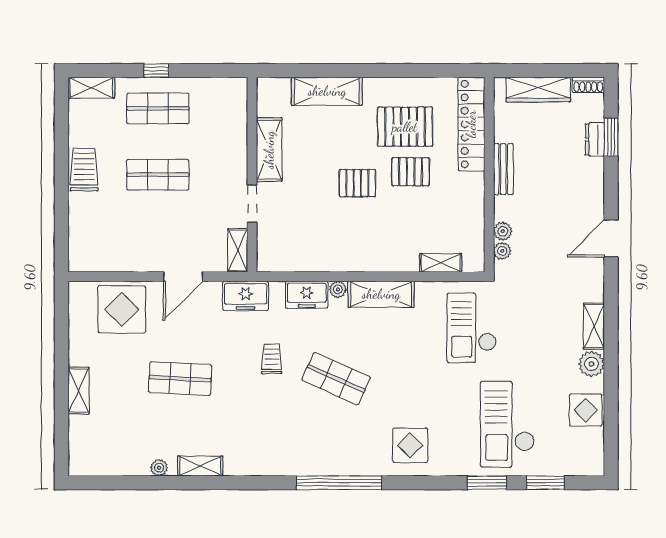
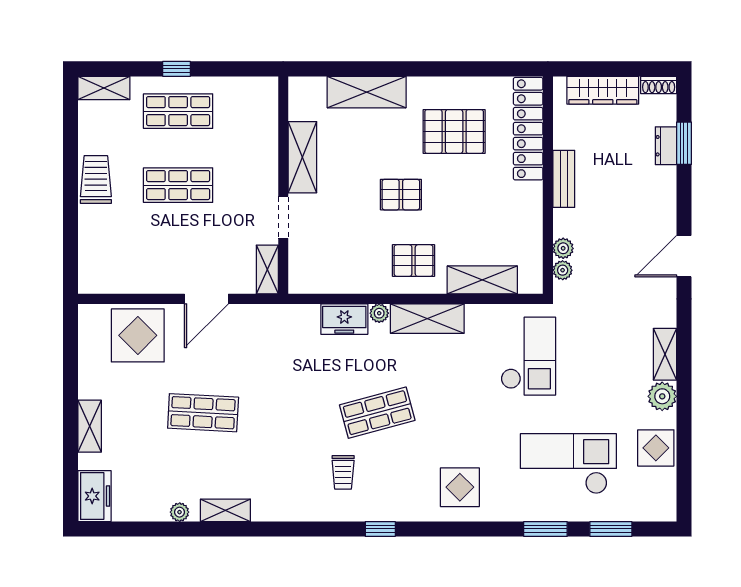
pallet: (411, 172) -> (414, 261), moved
shelving: (441, 263) -> (482, 280), width x1.50, depth x1.33
freezer: (246, 296) -> (94, 496), moved, turned -90
checkout: (472, 328) -> (528, 356), turned 180
trolley: (272, 359) -> (343, 472), moved, turned 180
shop shelf: (336, 379) -> (377, 413), turned -39
checkout: (507, 424) -> (568, 464), turned 90
window: (339, 483) -> (380, 529), width x0.32

